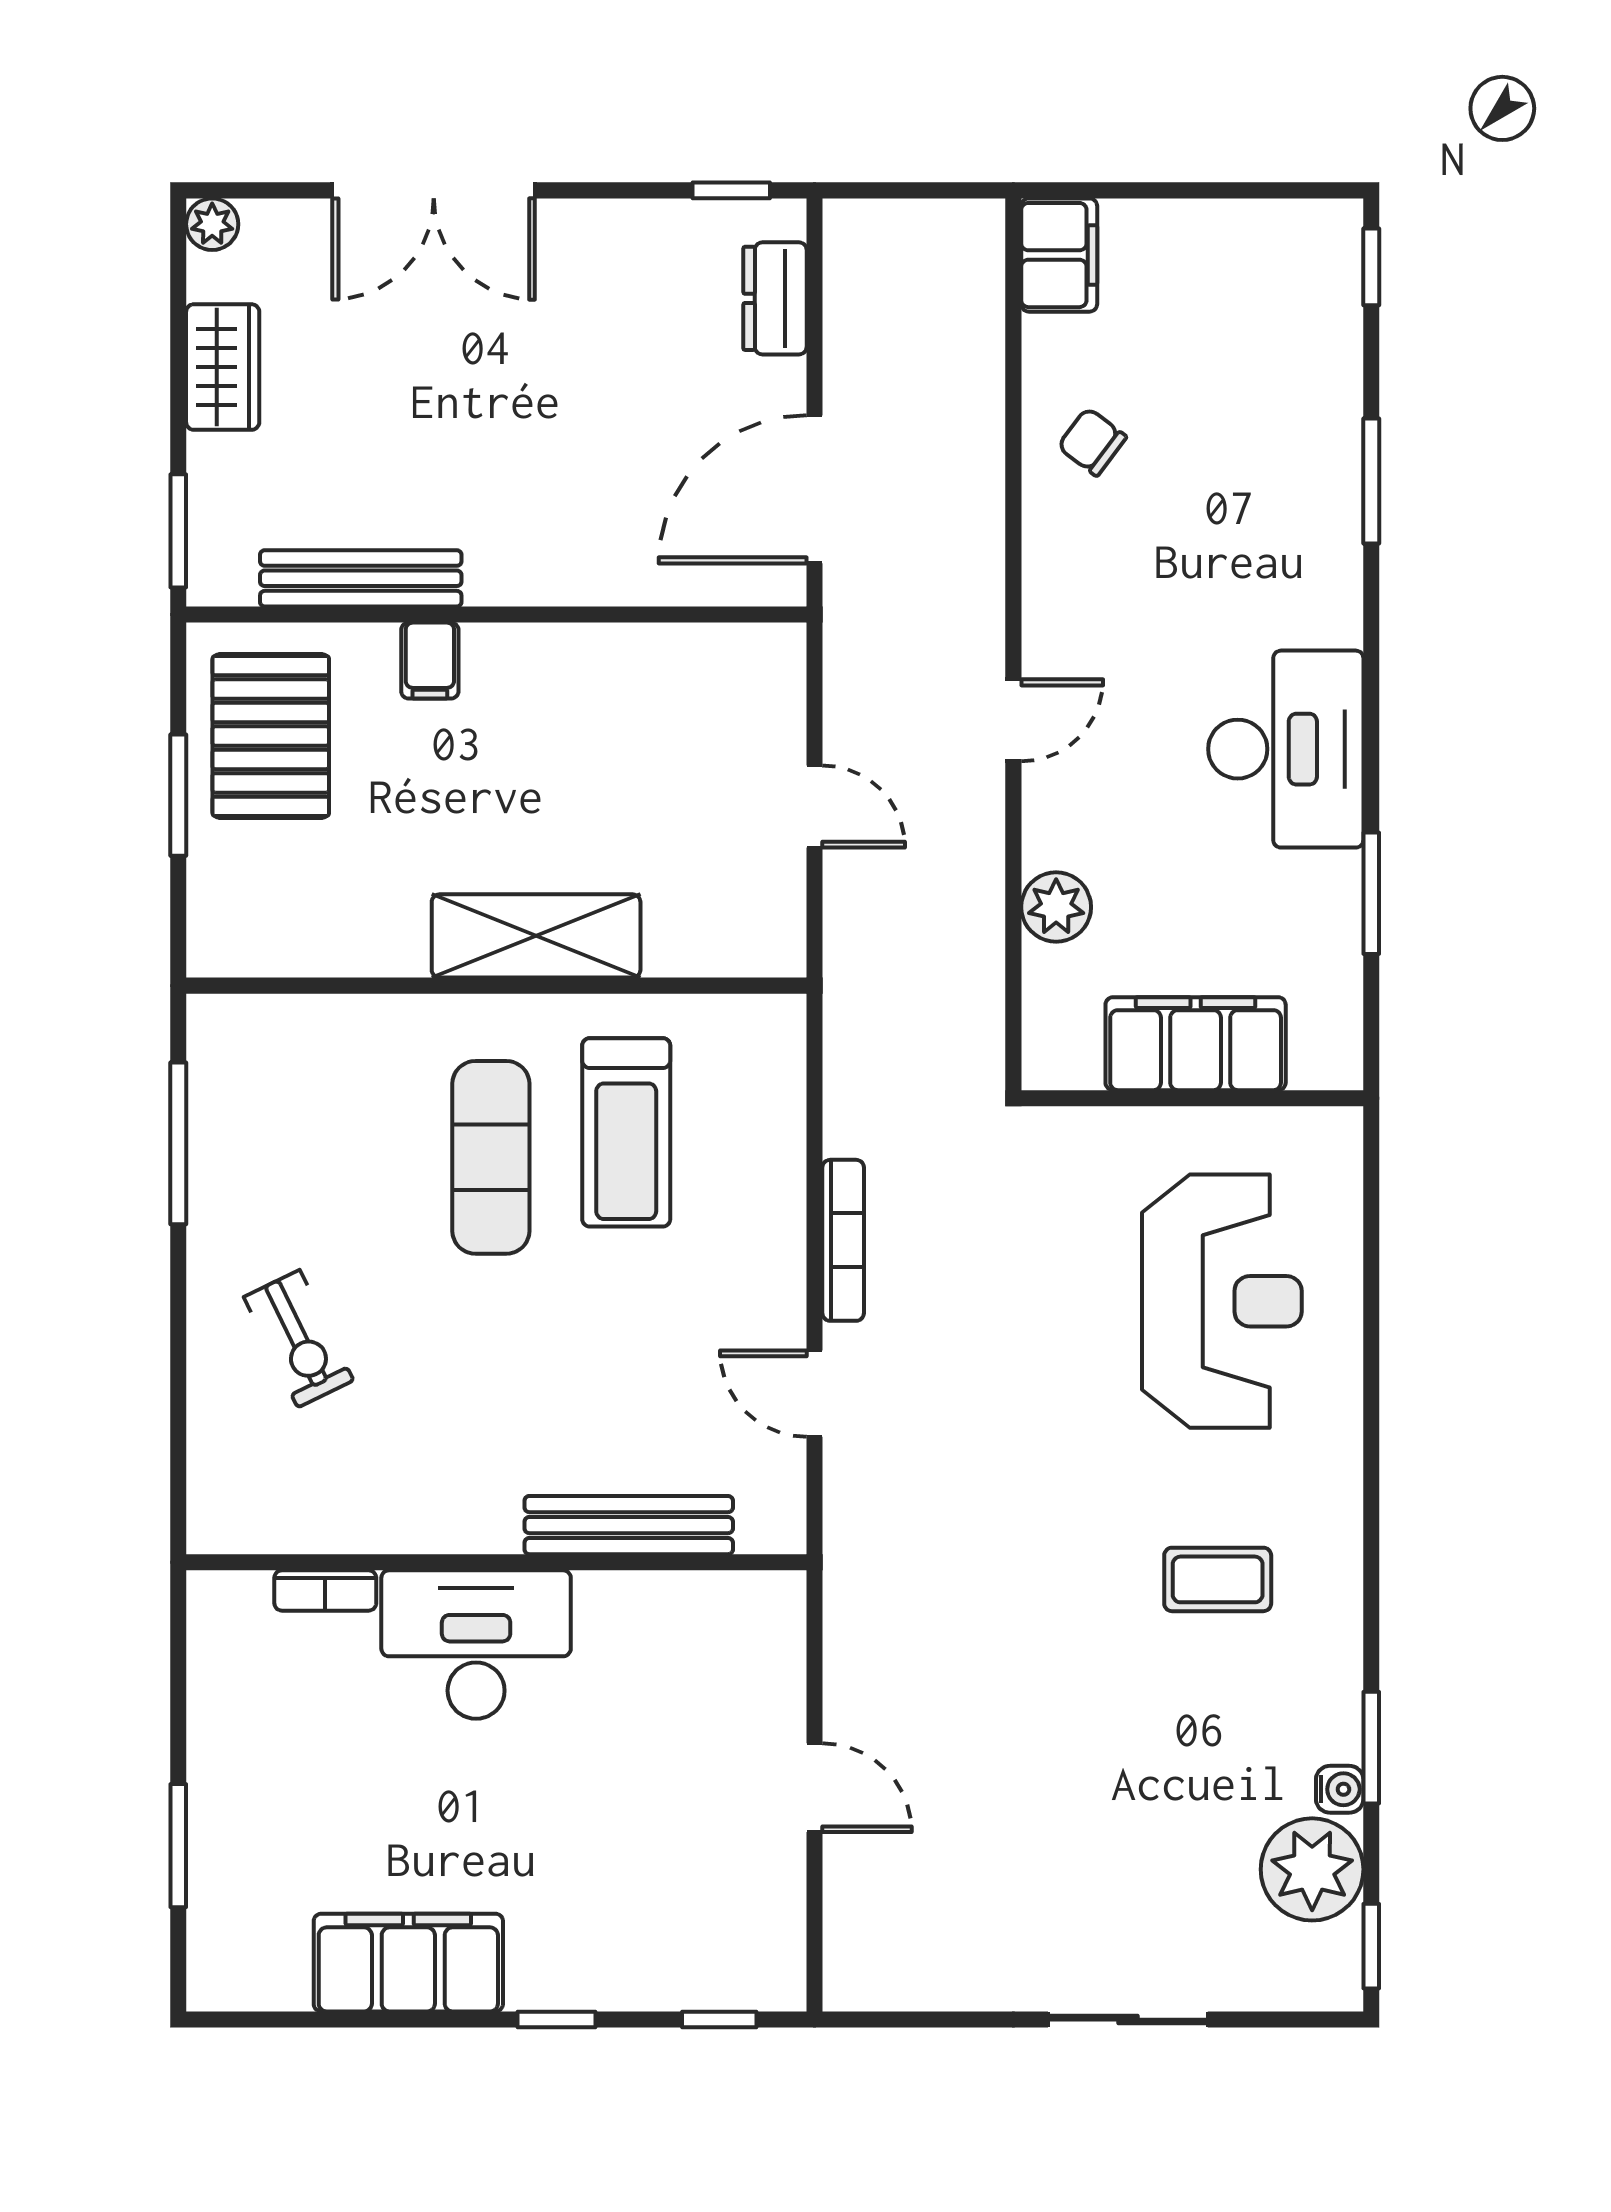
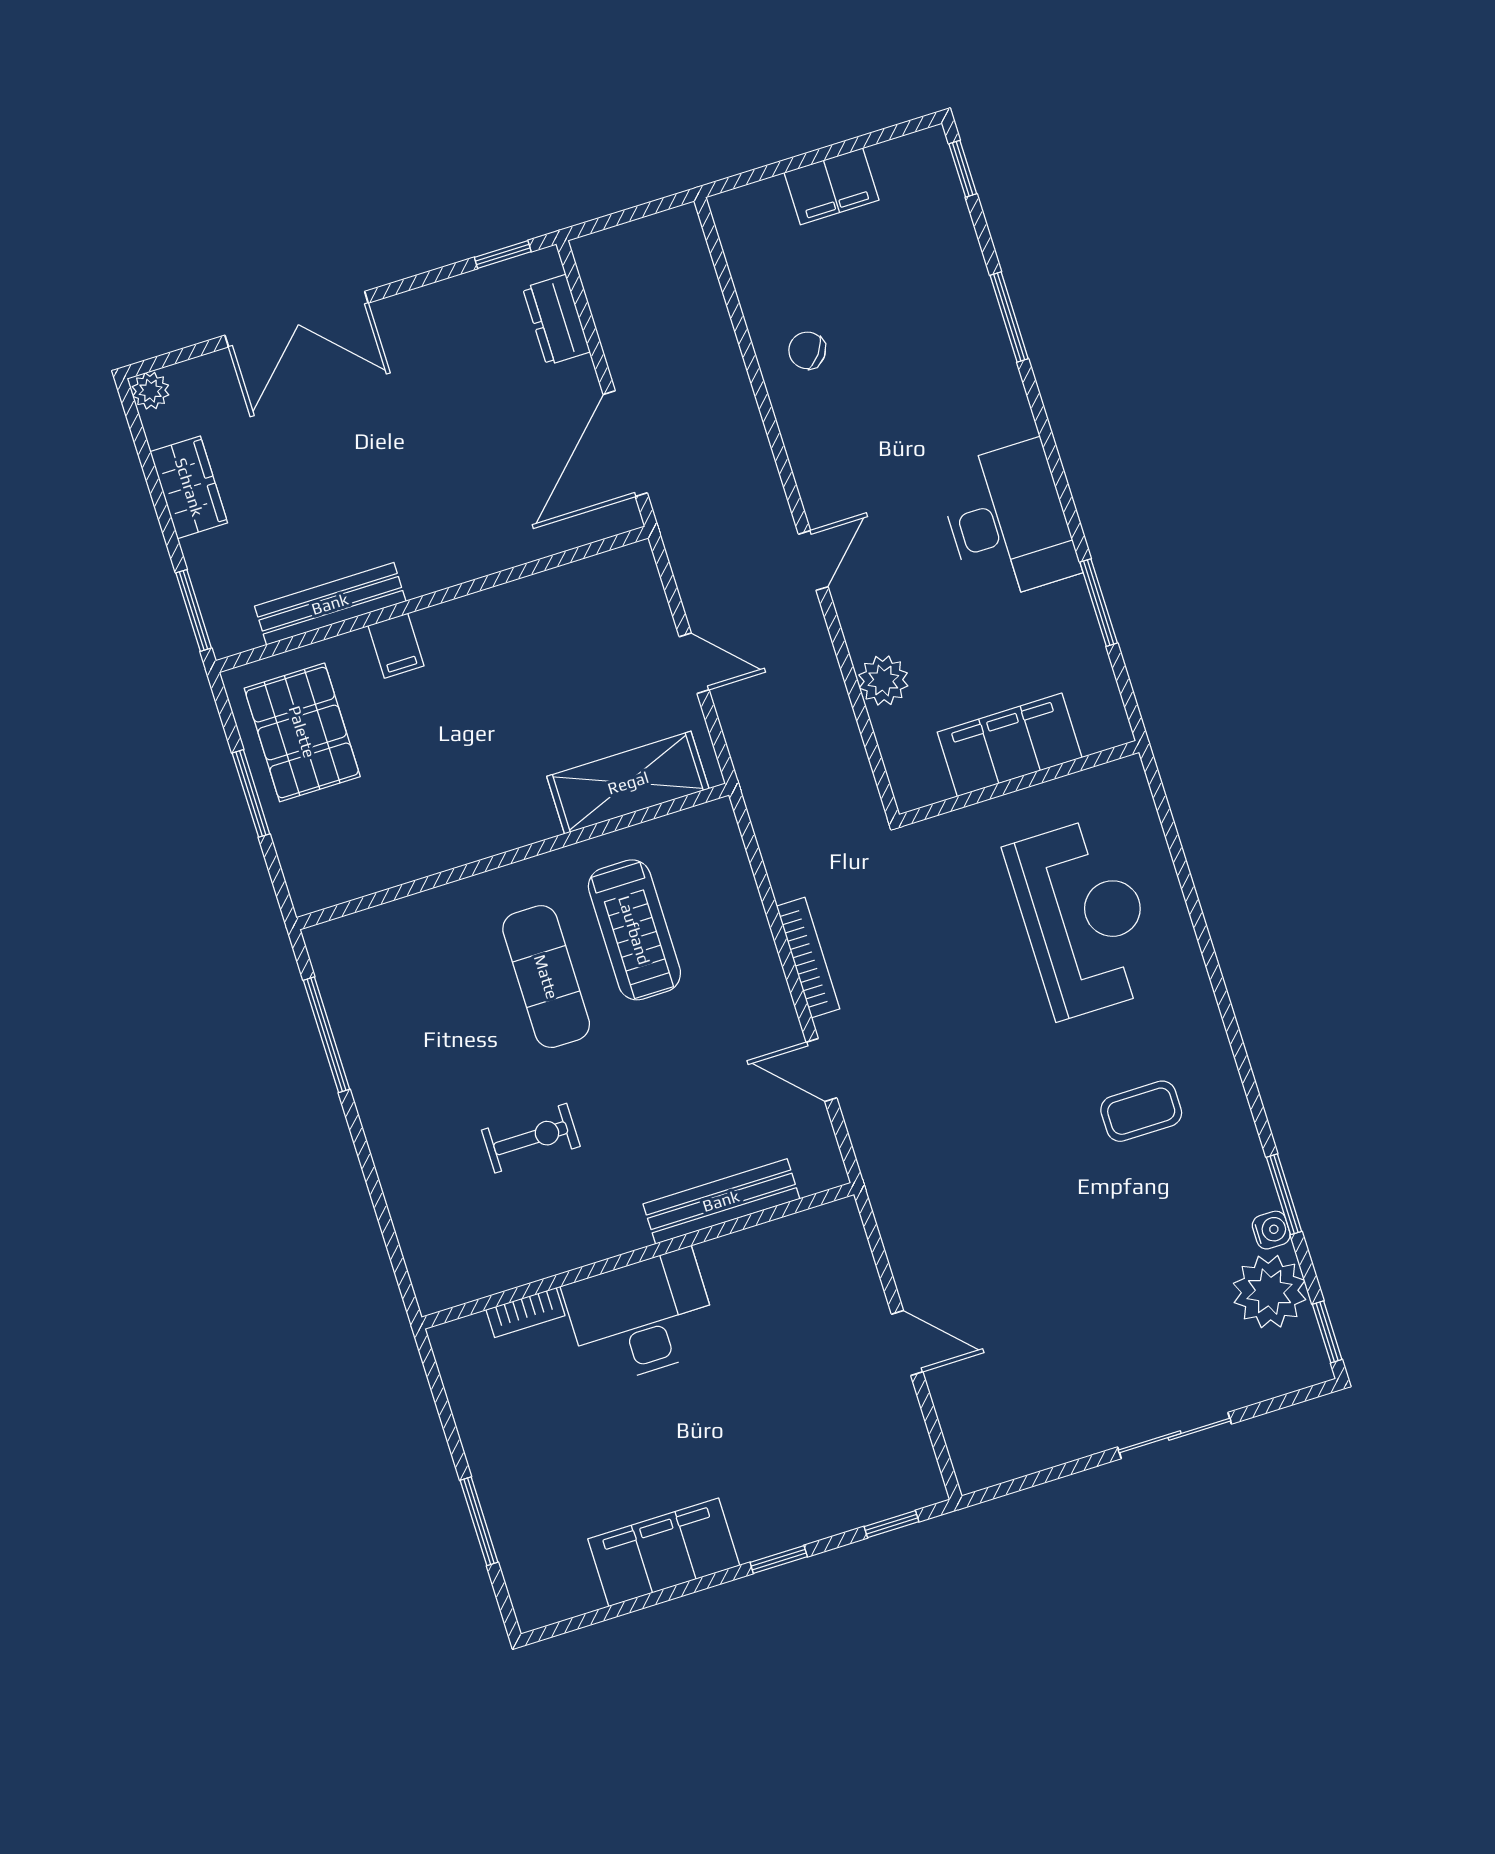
filing cabinet: (1059, 255) -> (831, 186), moved, turned 90
shelving: (536, 936) -> (628, 783), moved
exercise bike: (299, 1339) -> (531, 1138), moved, turned -64

